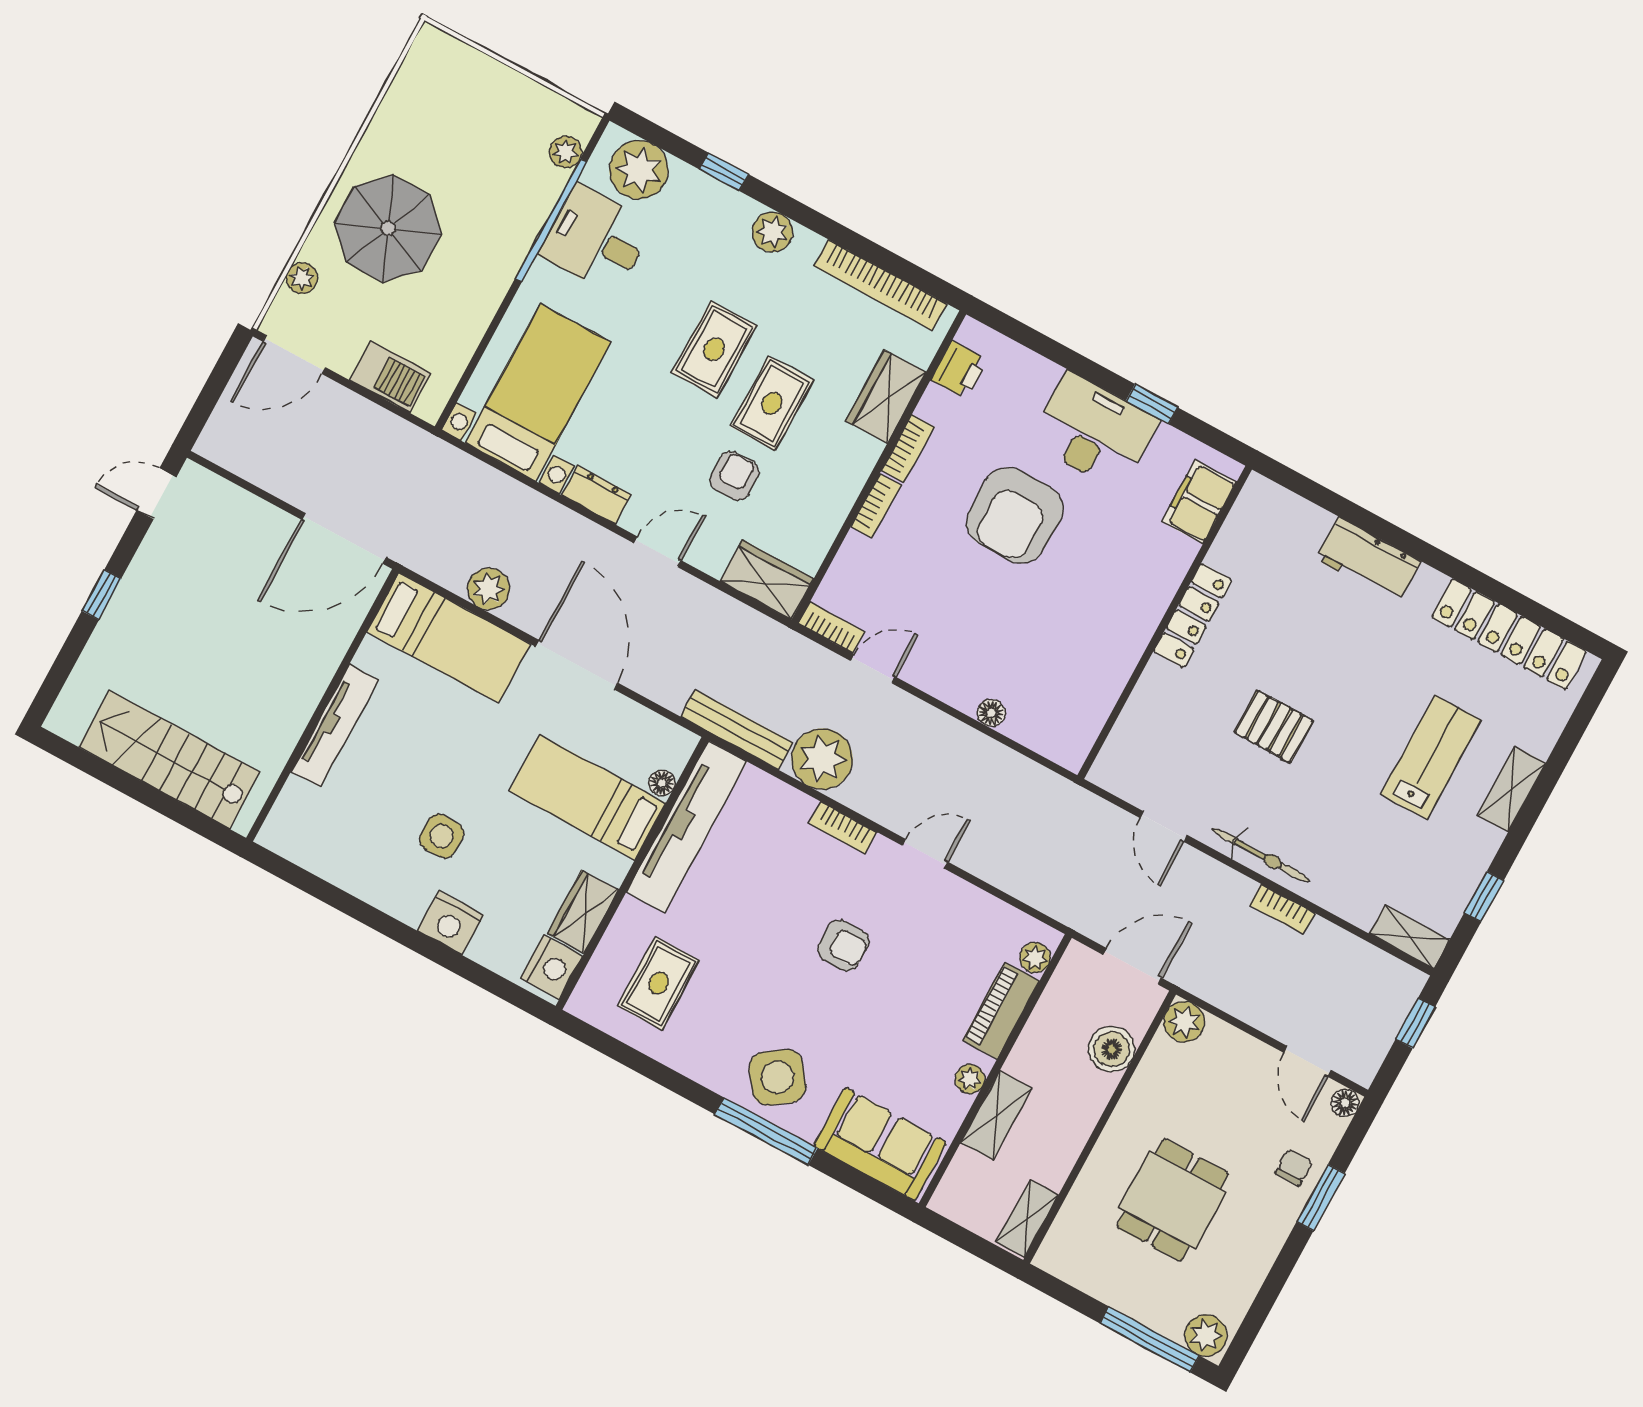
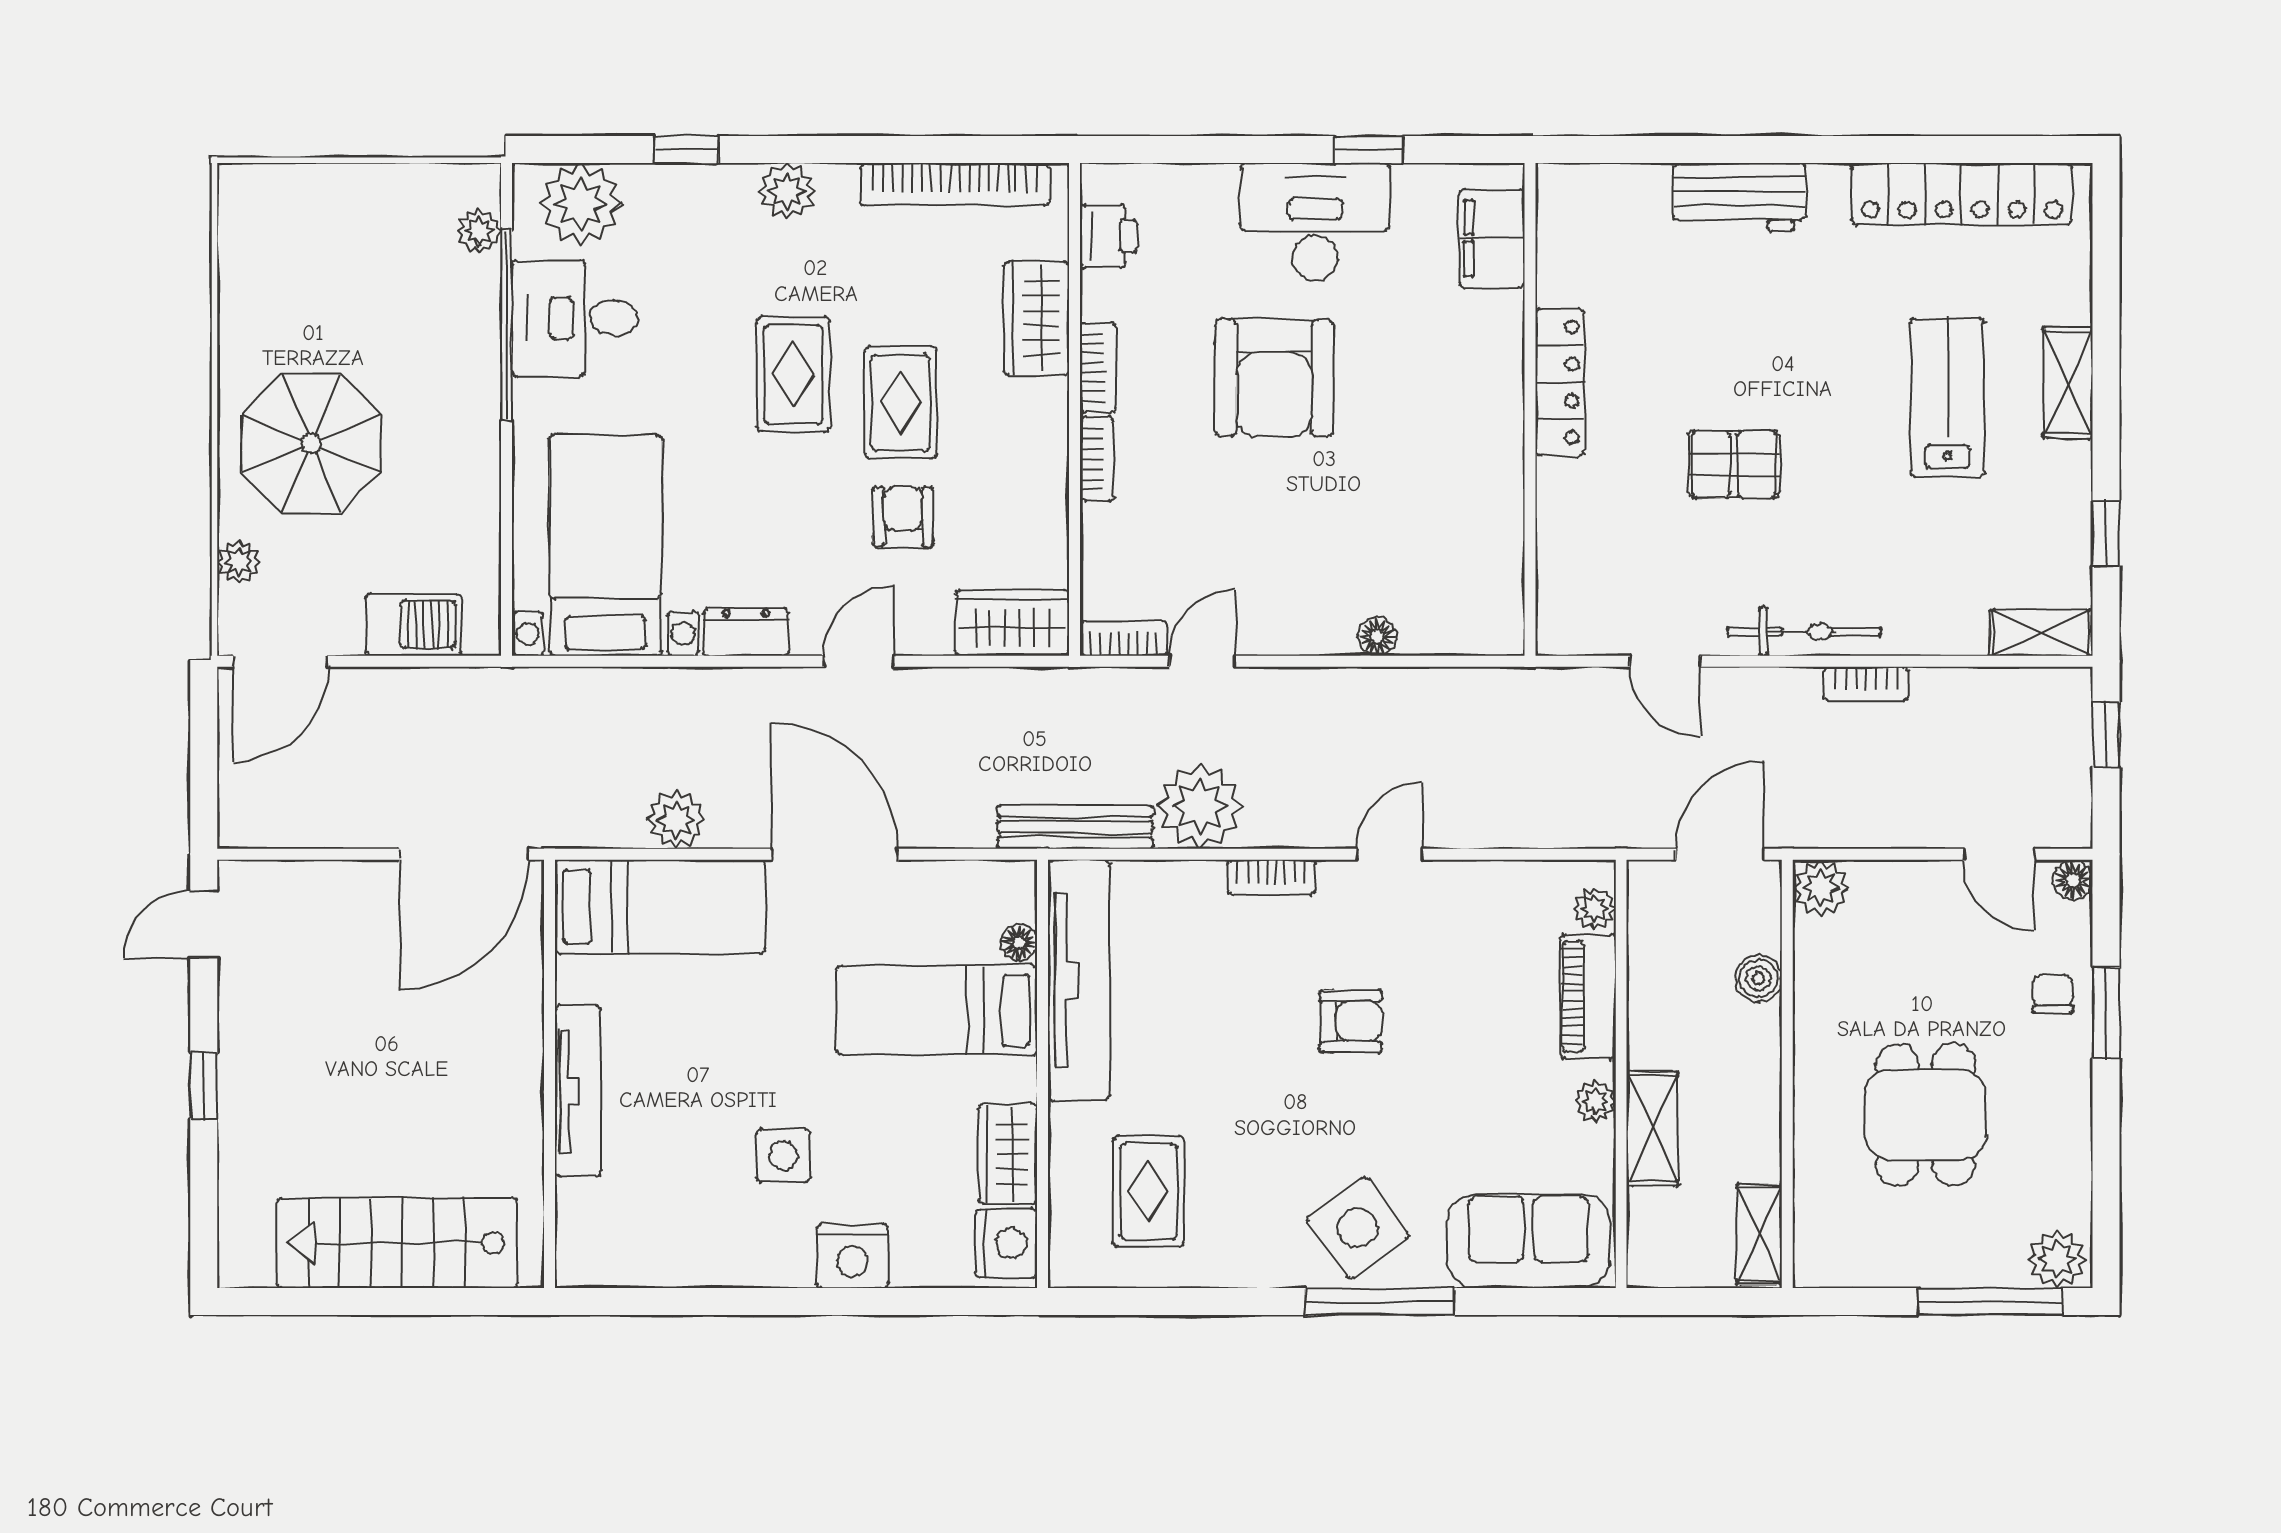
boiler: (1112, 1049) -> (1758, 978), width x0.73, depth x0.73

